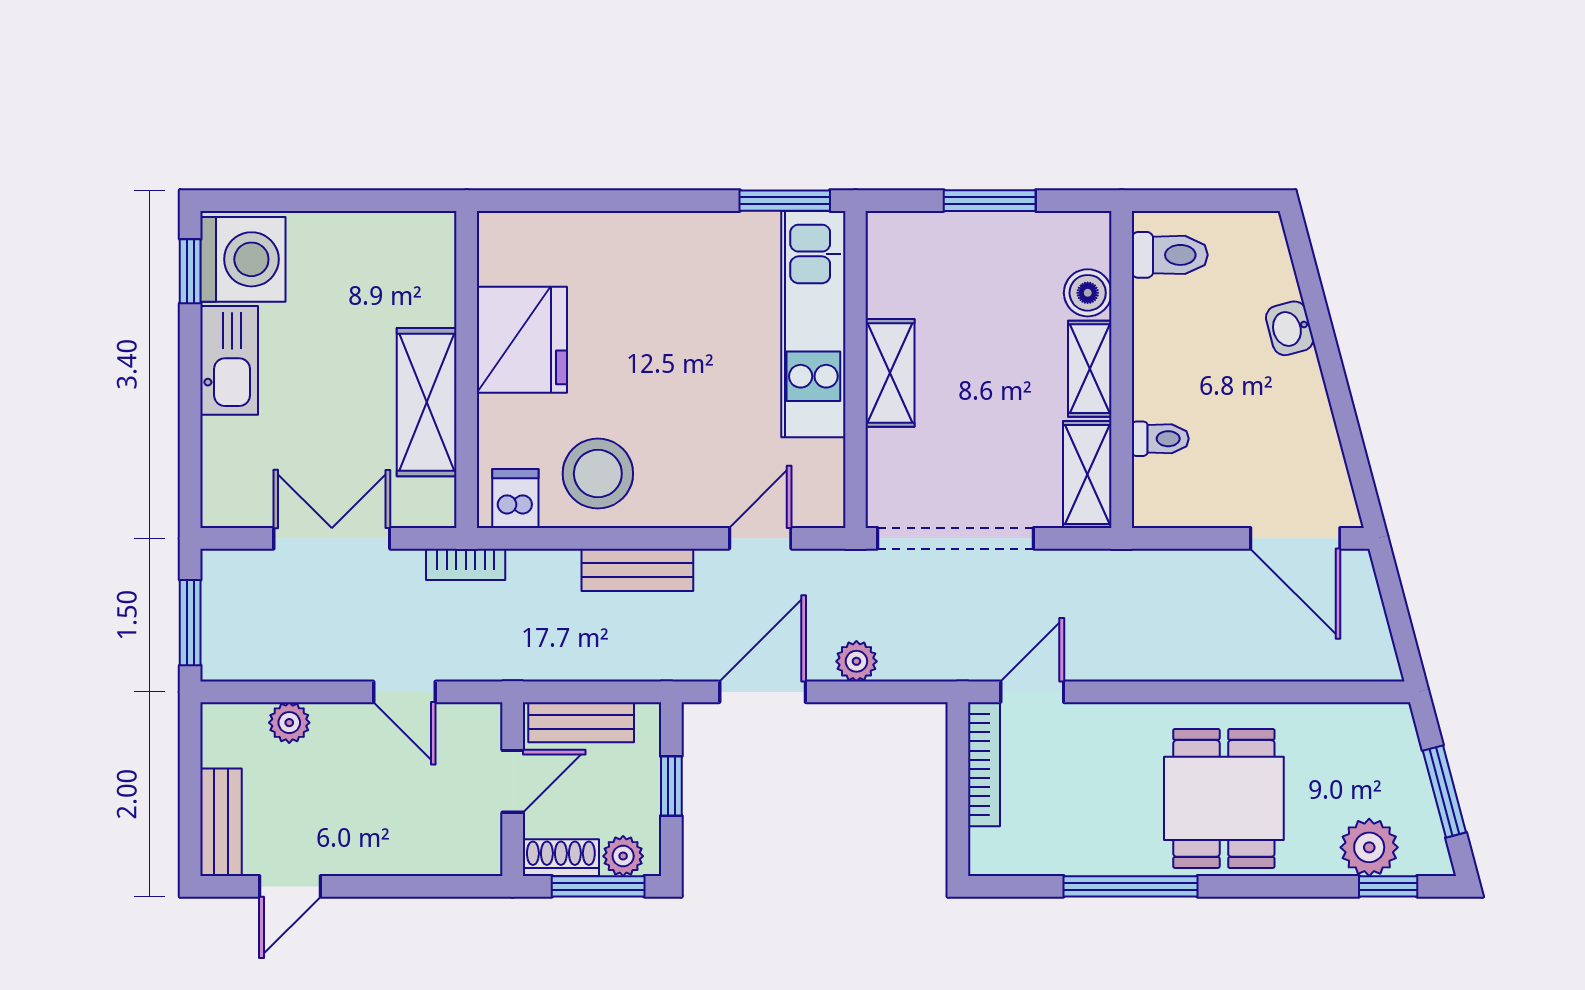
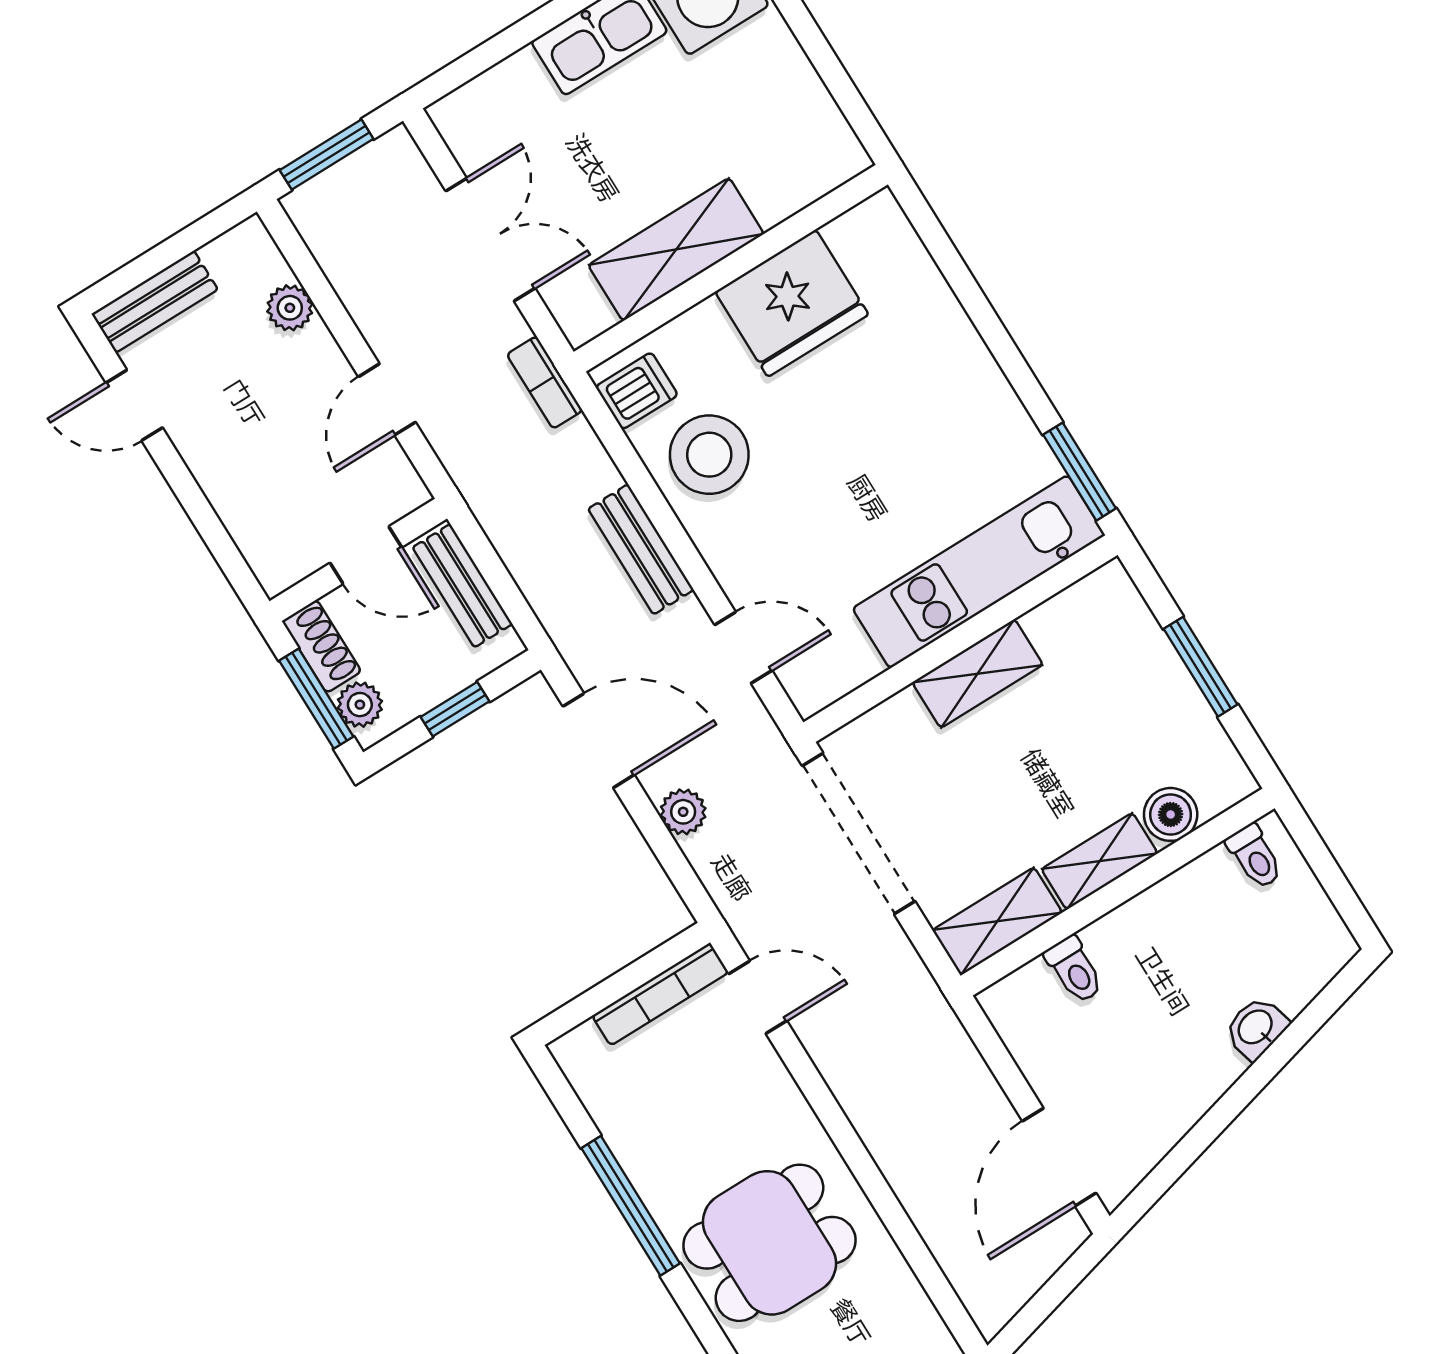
toilet: (1170, 255) -> (1255, 857), width x0.73, depth x0.72

